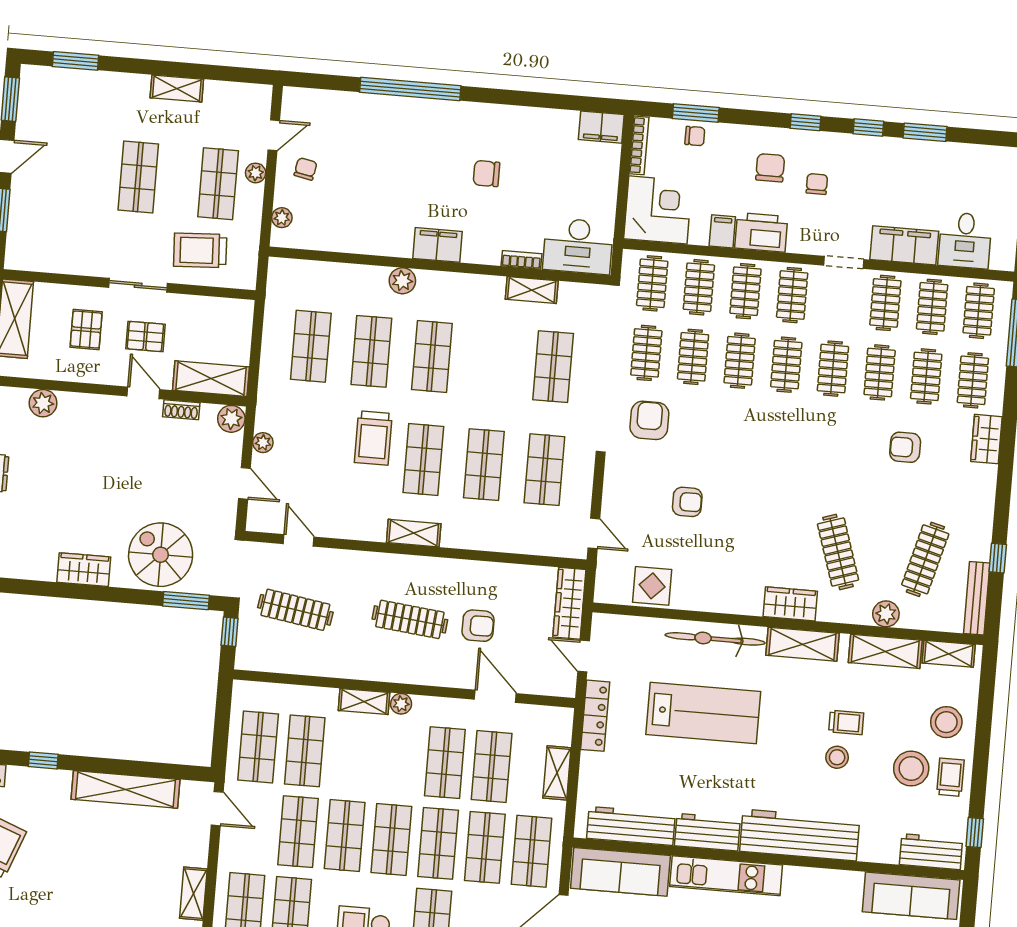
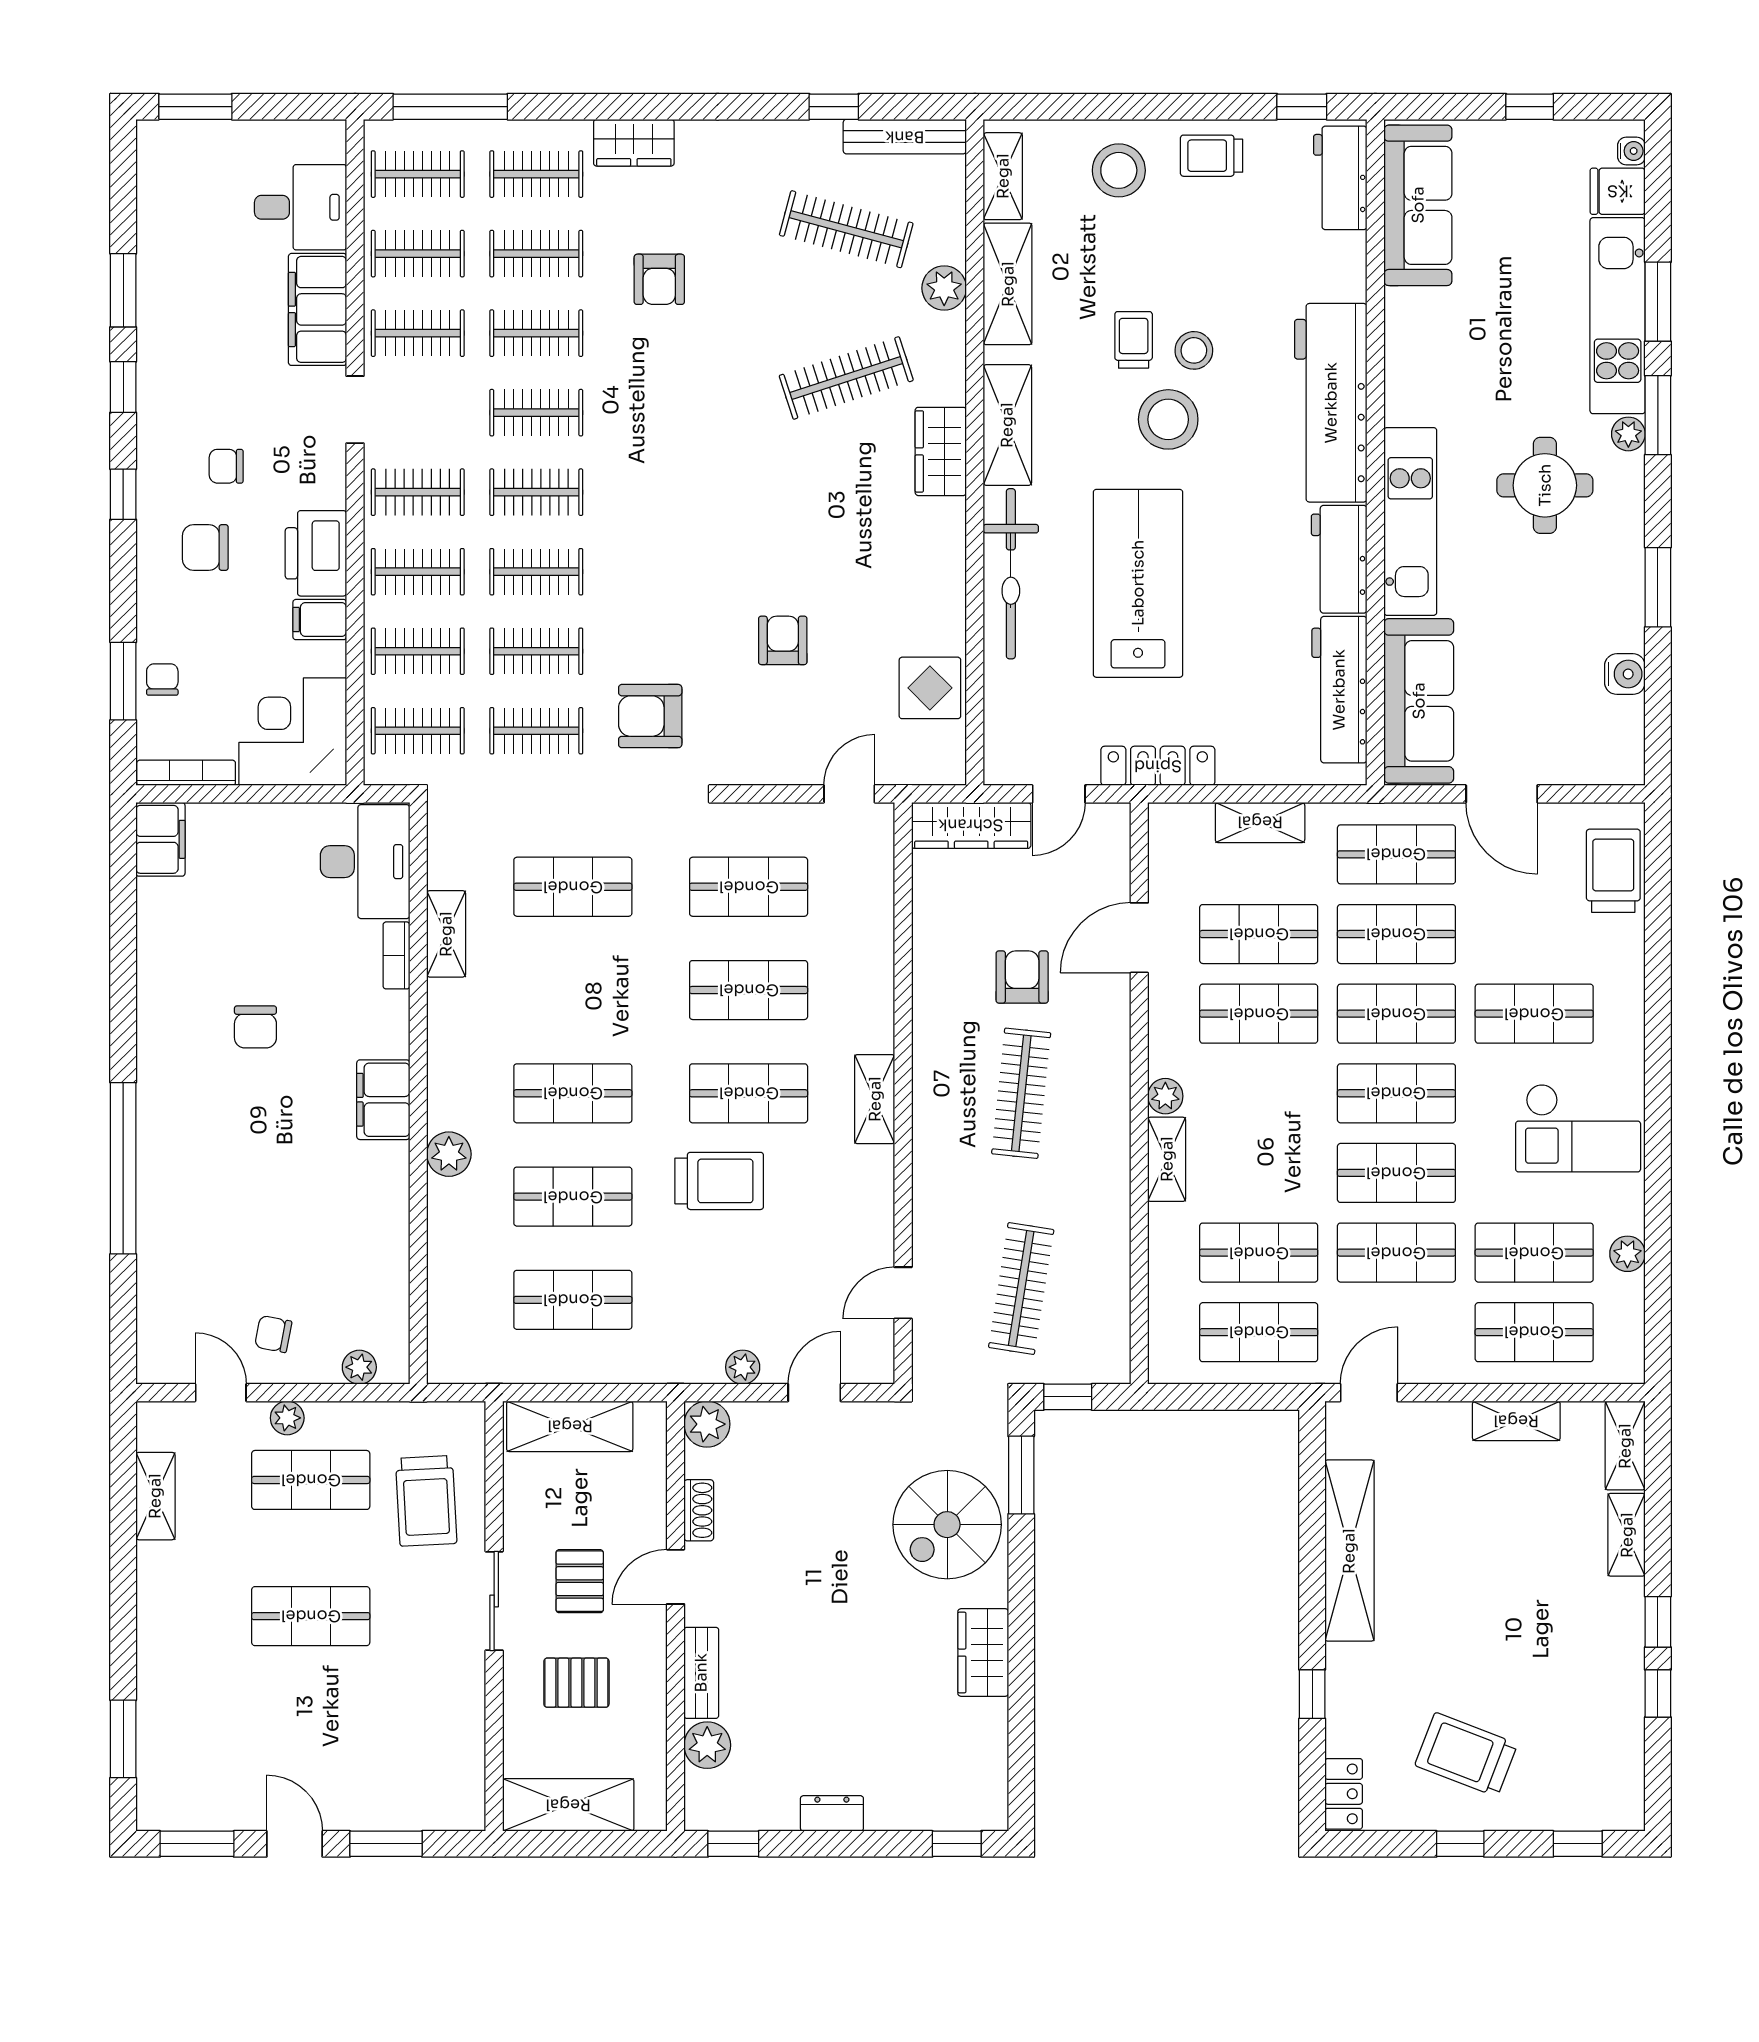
shelving: (177, 88) -> (155, 1496), moved
shelving: (211, 379) -> (570, 1426), moved, turned 90
bench: (86, 403) -> (701, 1673), added
stool: (911, 769) -> (1168, 419), moved

